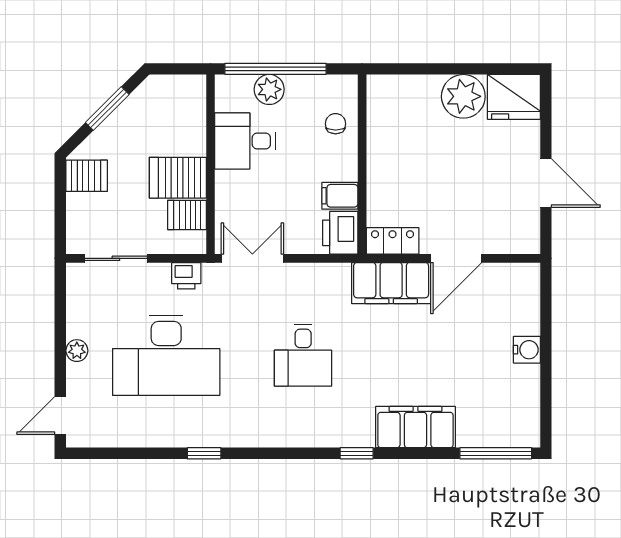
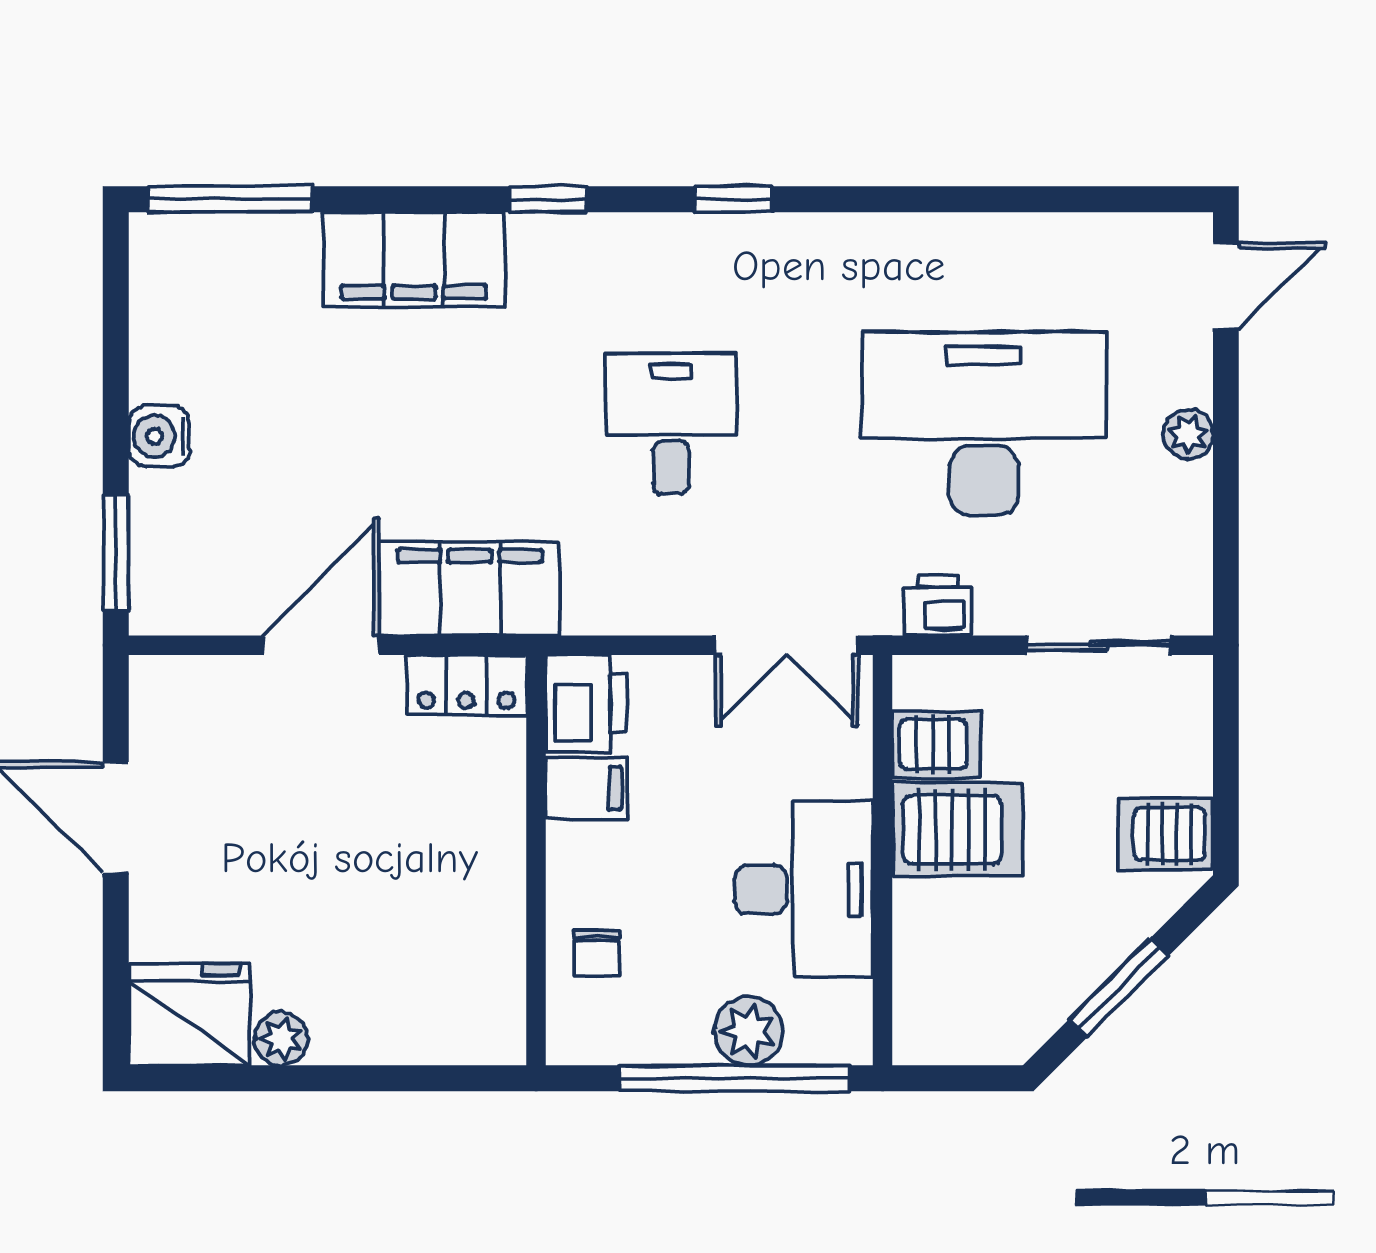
plant: (463, 96) -> (281, 1039), width x0.53, depth x0.53
desk: (245, 141) -> (804, 889), width x1.37
window: (546, 299) -> (116, 553), added
window: (204, 453) -> (733, 199), moved

